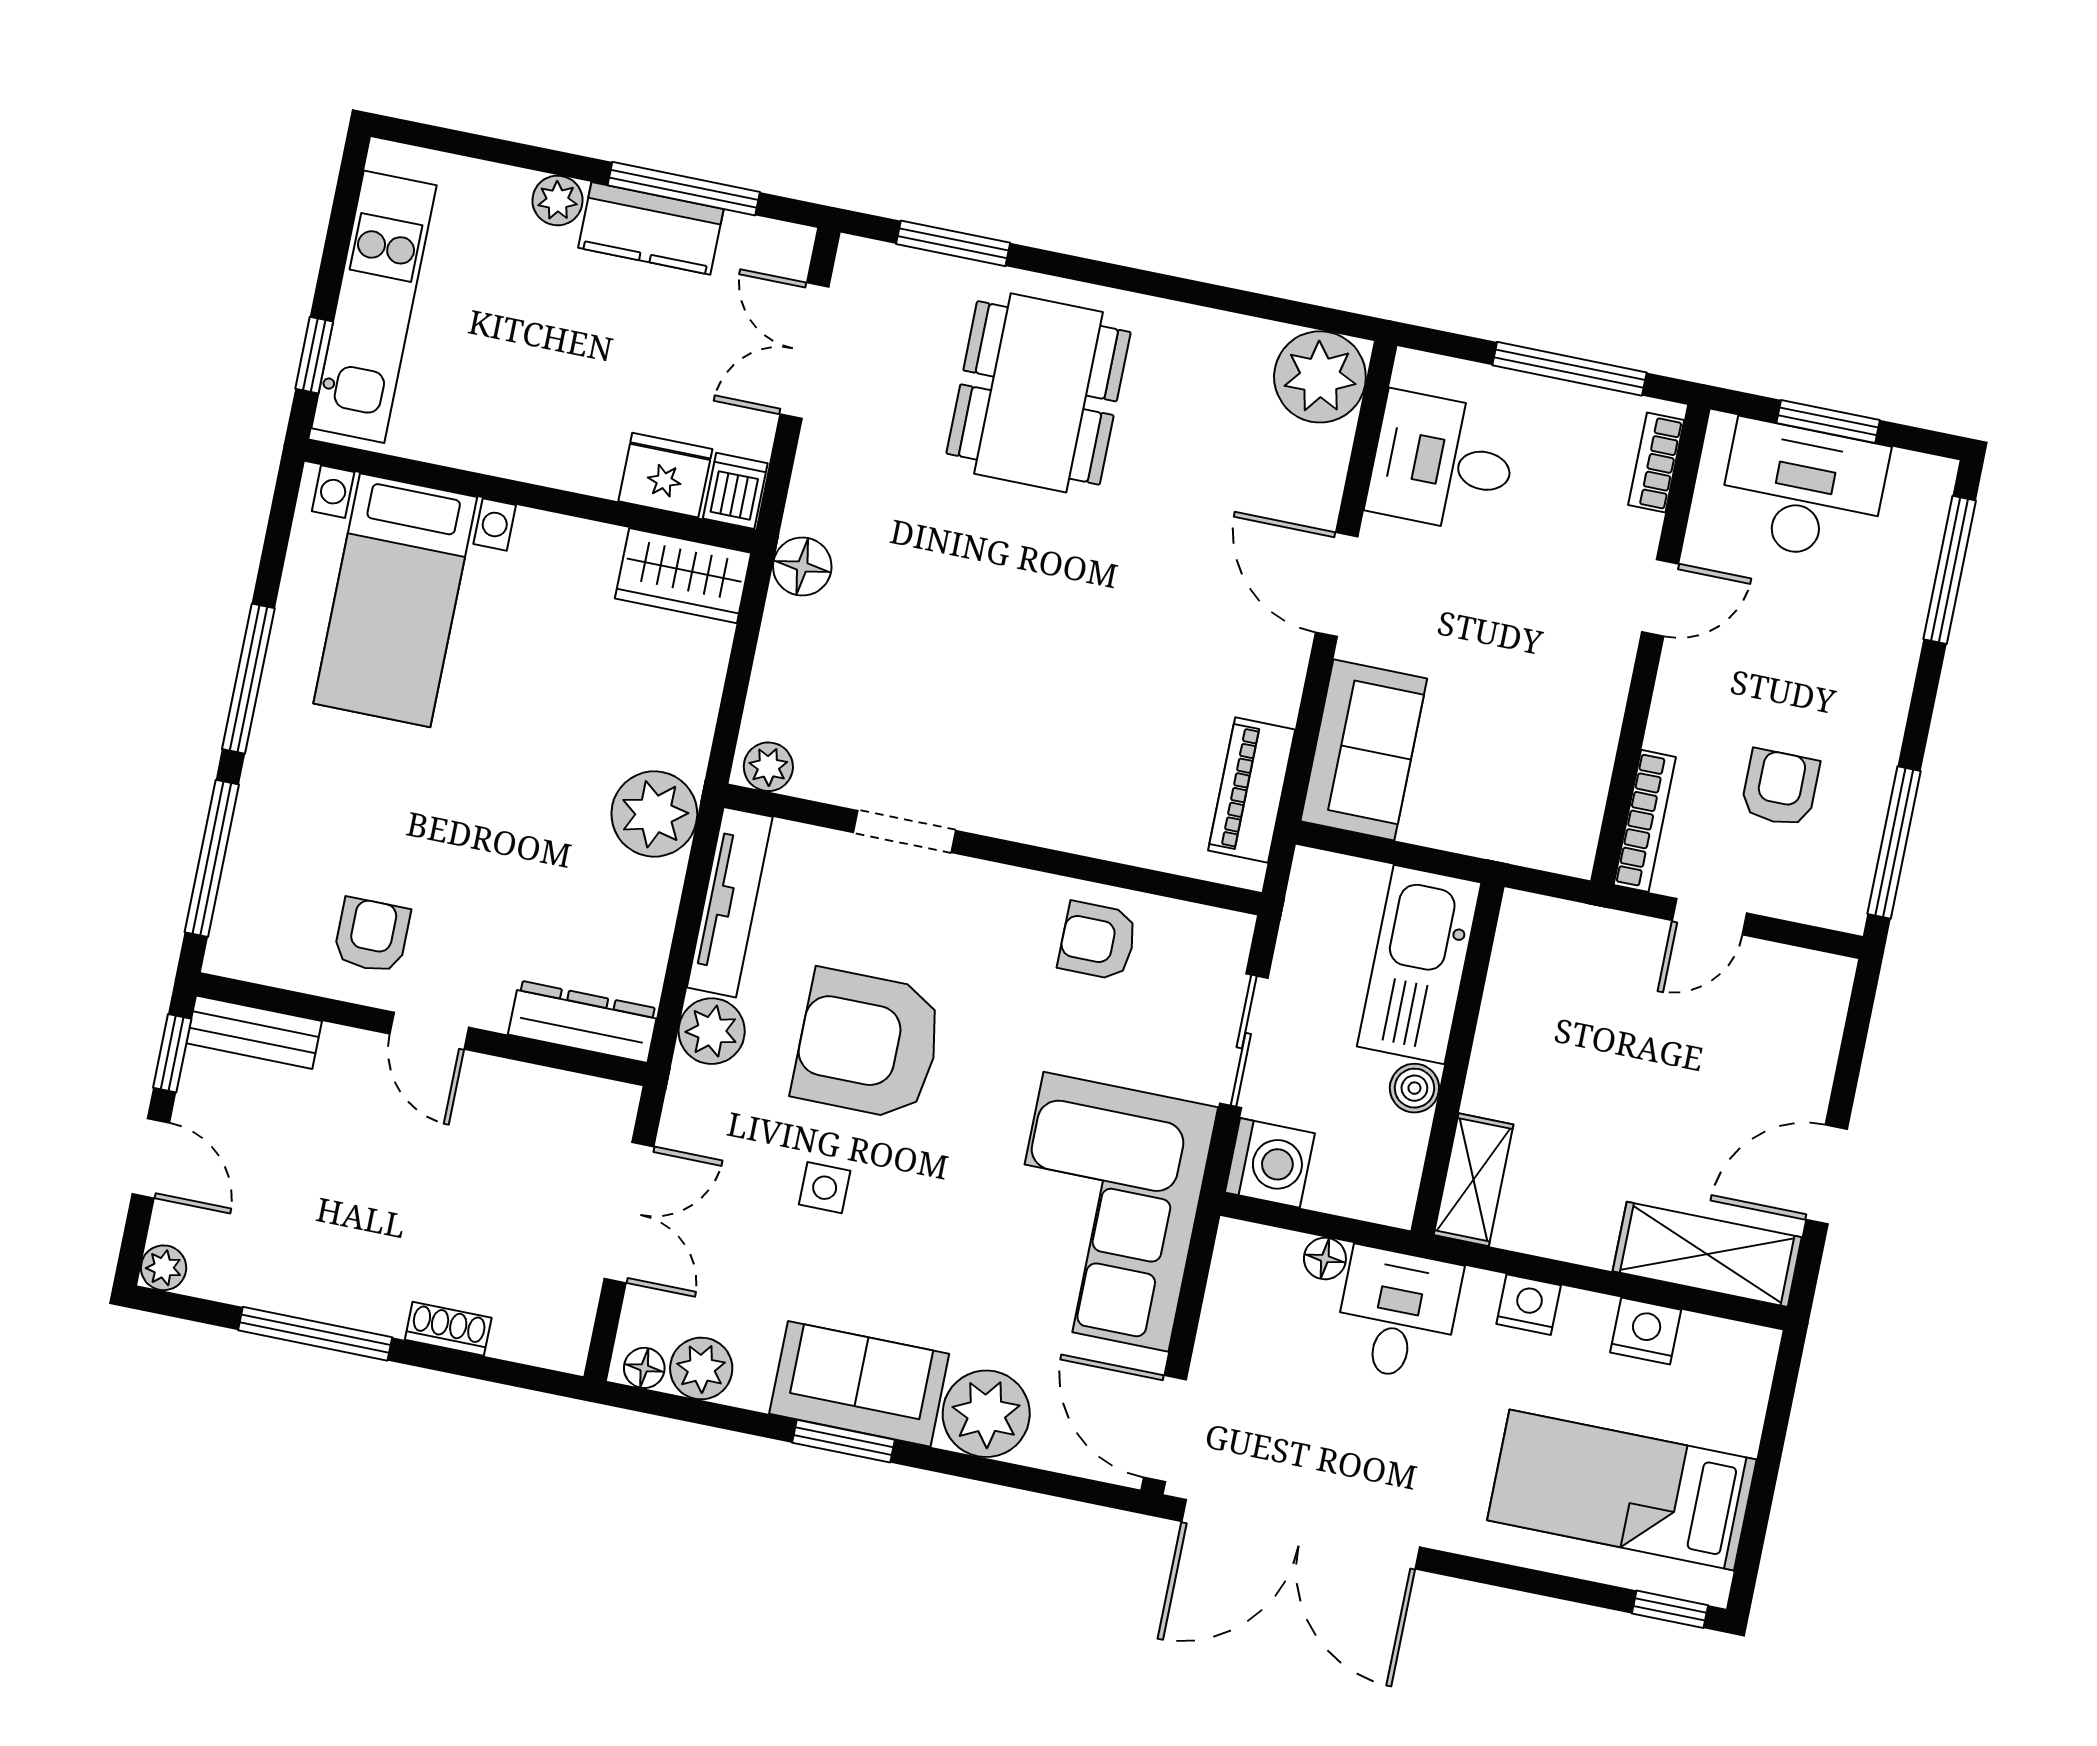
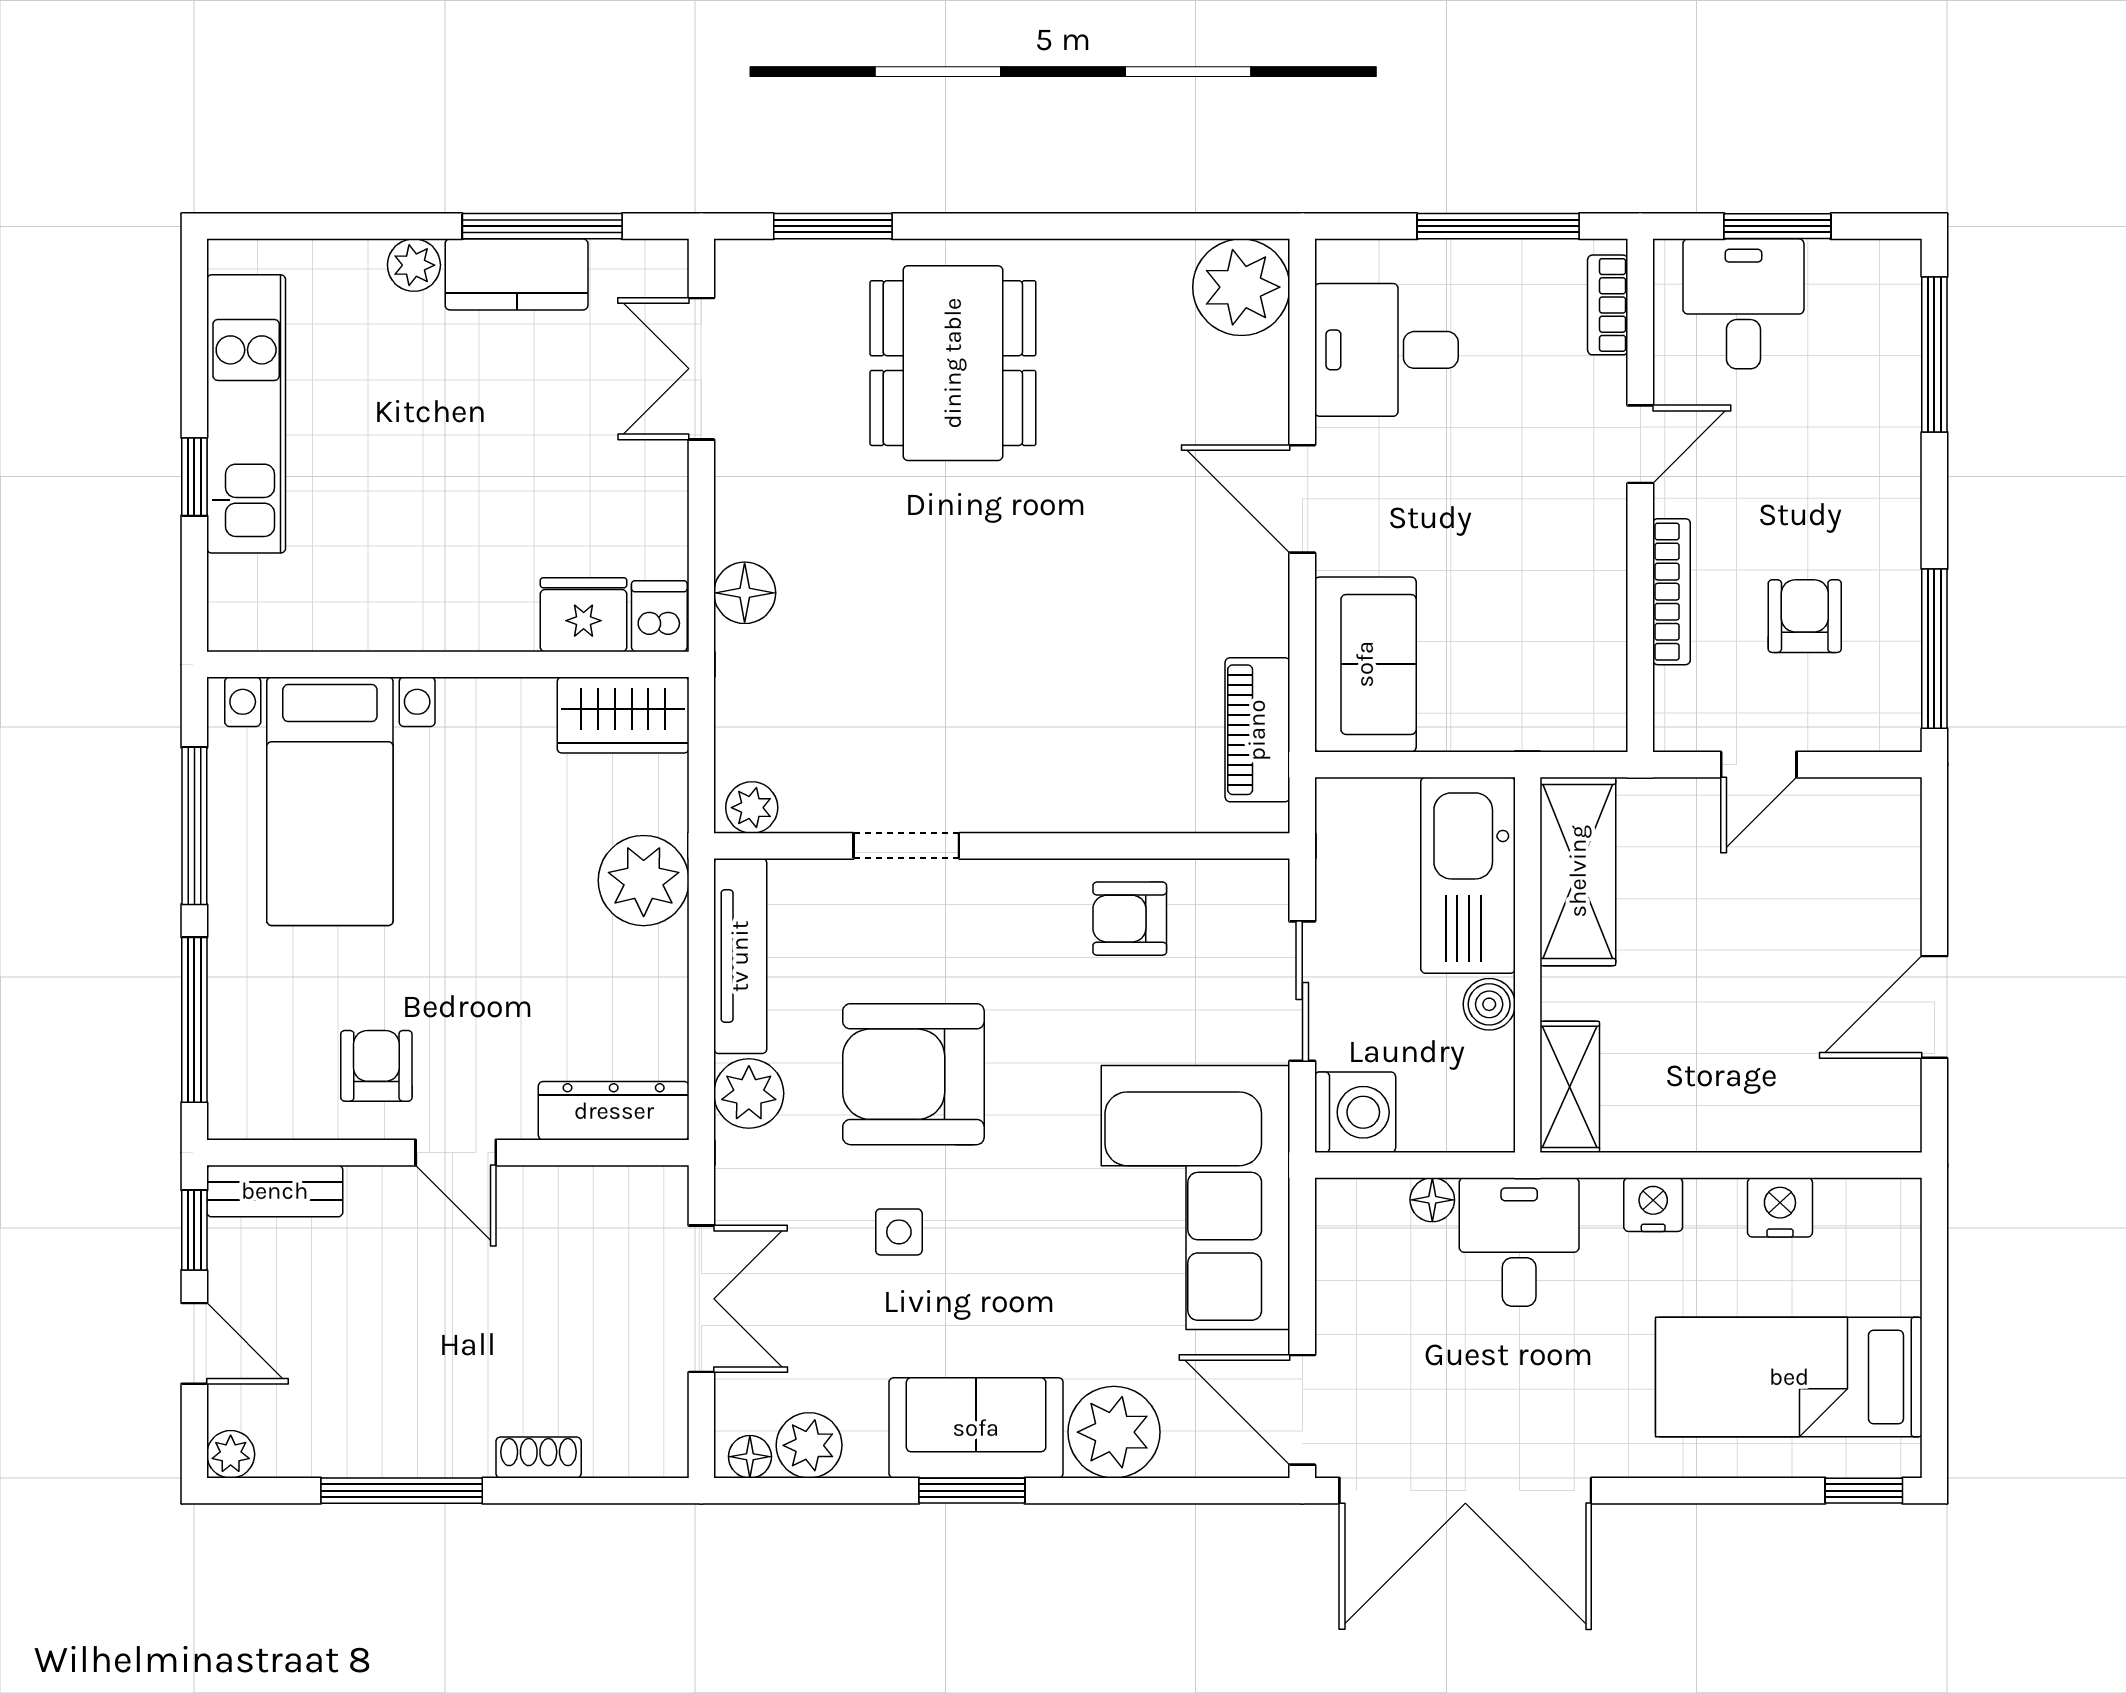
fridge: (665, 475) -> (584, 615), moved
dishwasher: (735, 491) -> (659, 616), moved
desk: (1803, 491) -> (1743, 304), width x0.73
wall: (530, 496) -> (448, 664), moved
wardrobe: (683, 576) -> (623, 715), moved
bed with nightstands: (395, 600) -> (330, 801), moved
bookcase: (1645, 821) -> (1671, 592), moved
shelving: (1707, 1254) -> (1578, 871), moved, turned 90

